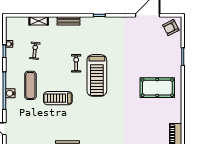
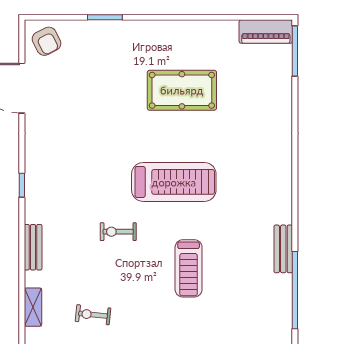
treadmill: (97, 75) -> (174, 182), moved
exercise mat: (30, 85) -> (163, 324), removed
pool table: (157, 88) -> (182, 90), moved, turned 90

